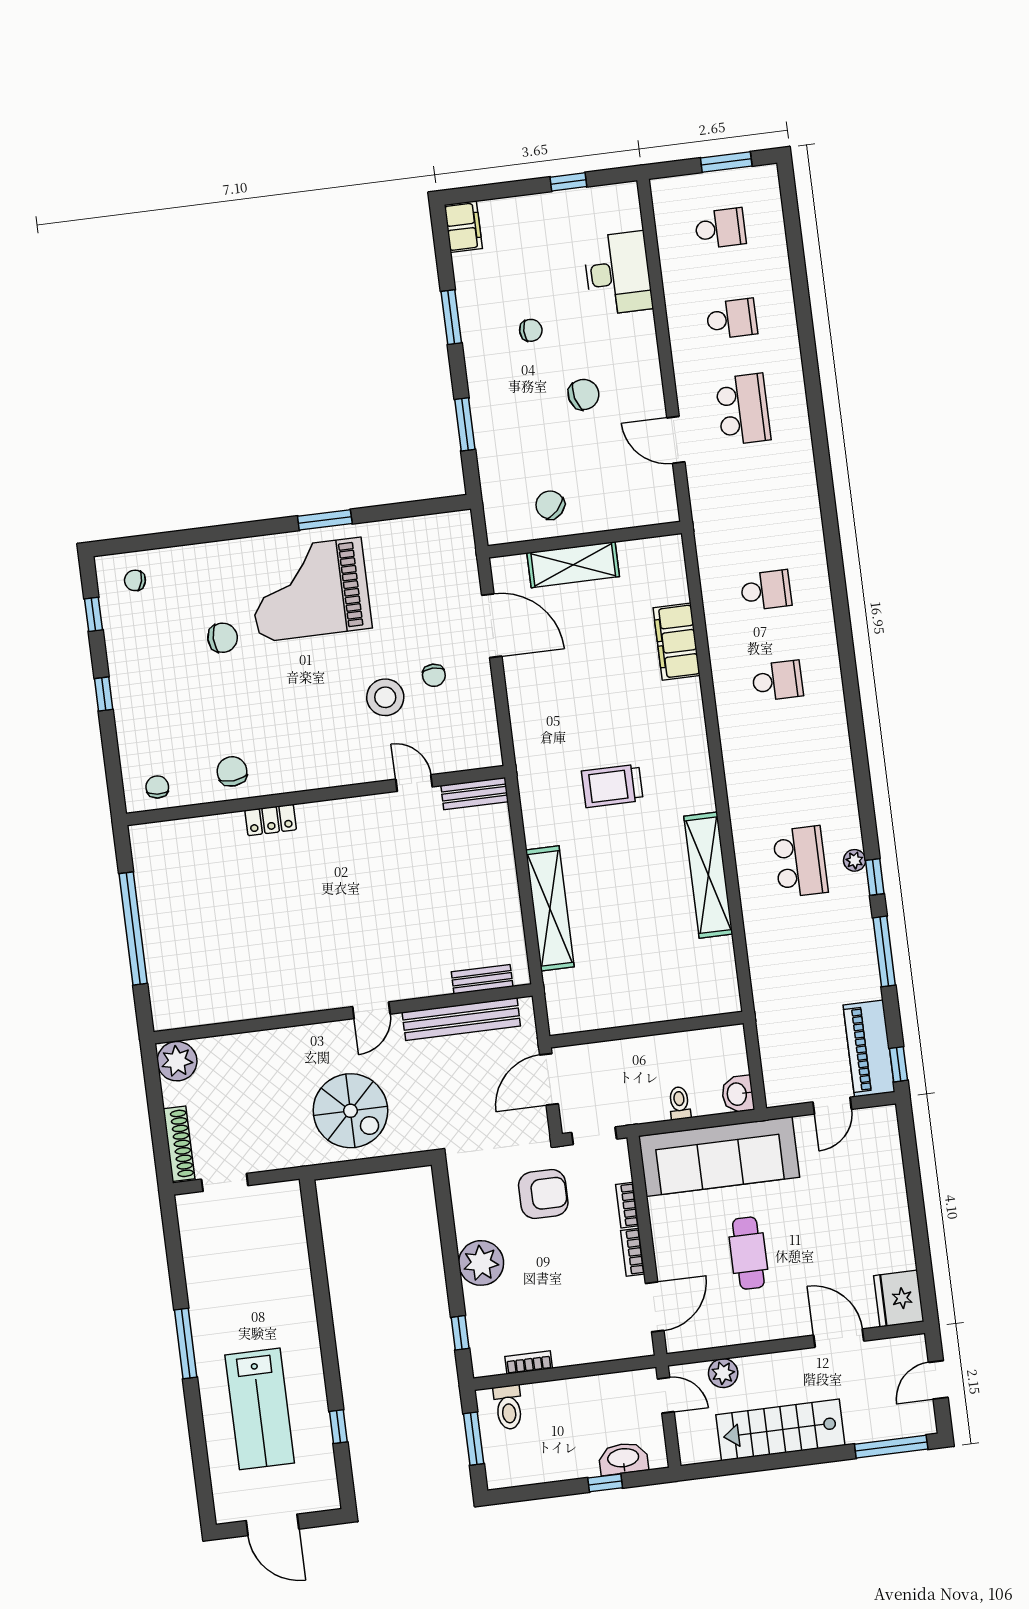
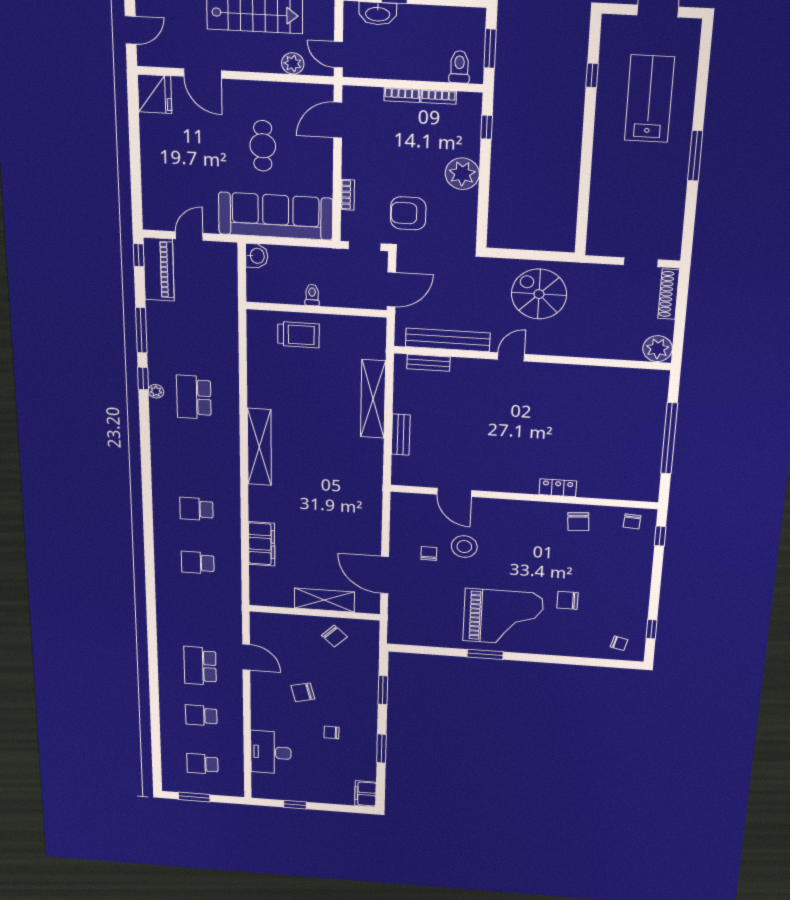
window: (104, 694) -> (660, 536), moved
door: (414, 783) -> (454, 492), width x1.38
trolley: (612, 786) -> (298, 335), moved
bench: (475, 794) -> (401, 435), moved, turned 90
shelving: (708, 875) -> (259, 447), moved
toilet: (680, 1103) -> (312, 295), moved, turned 180
bookcase: (633, 1252) -> (402, 95), moved, turned 90

